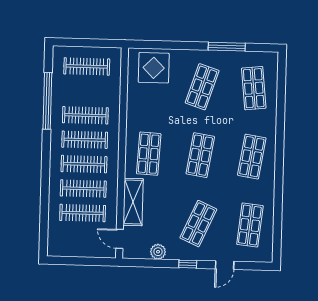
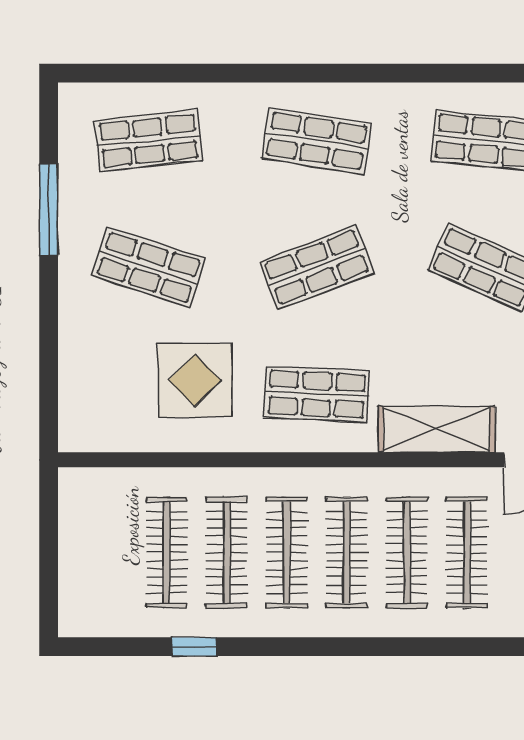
clothes rail: (87, 66) -> (167, 552), moved
display table: (154, 68) -> (195, 380), moved
window: (47, 101) -> (194, 647), width x0.32
shop shelf: (200, 155) -> (317, 267), turned -30

